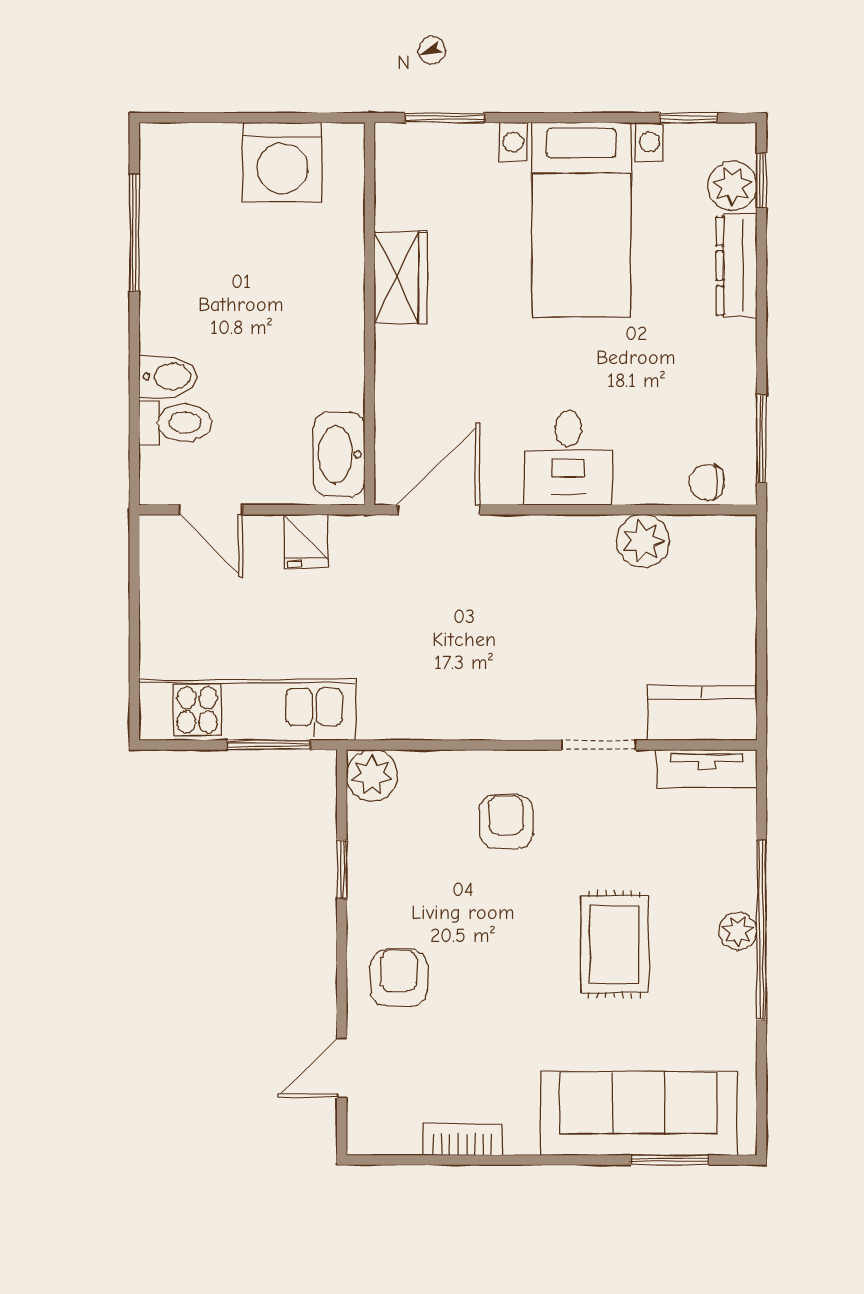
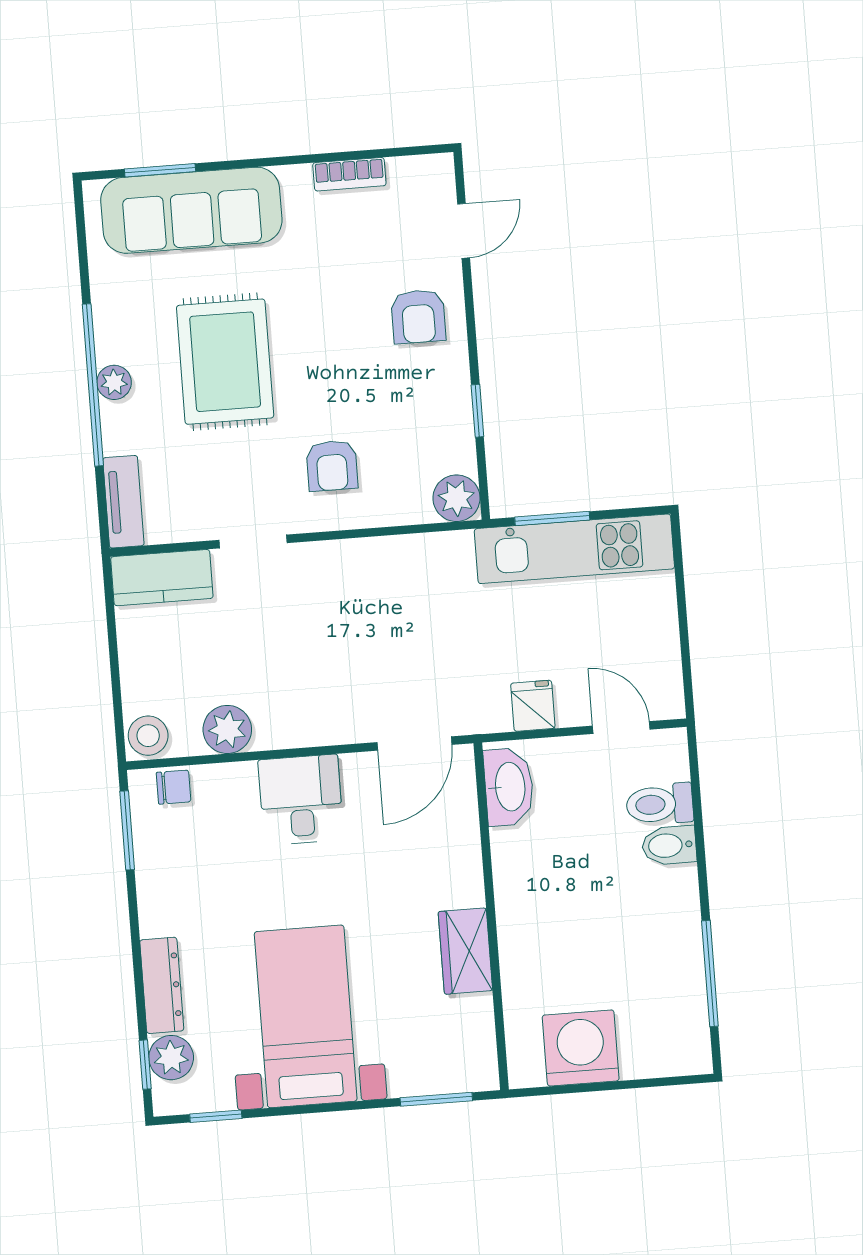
stool: (730, 541) -> (148, 736), added
tv unit: (707, 769) -> (123, 502), moved, turned 90
rug: (614, 945) -> (225, 362), width x1.36, depth x1.43

